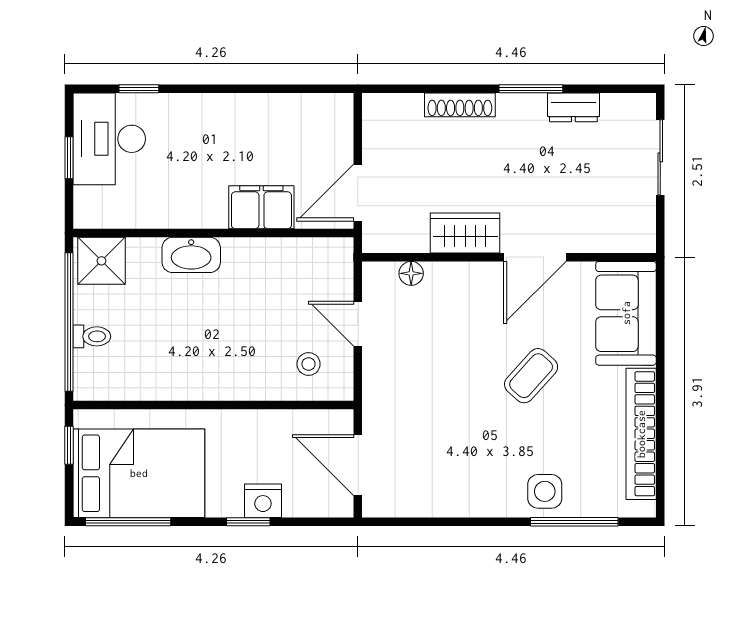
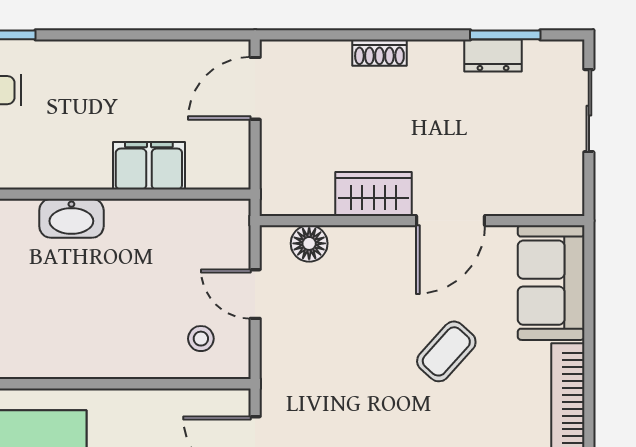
window: (531, 89) -> (505, 35), moved
shoe rack: (460, 105) -> (379, 53), width x0.70
door: (358, 193) -> (255, 88), moved
floor lamp: (411, 273) -> (309, 243), width x1.37, depth x1.37

